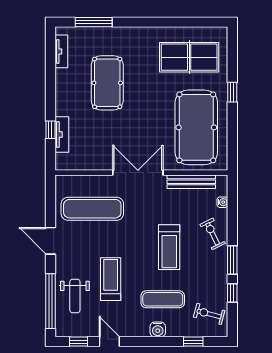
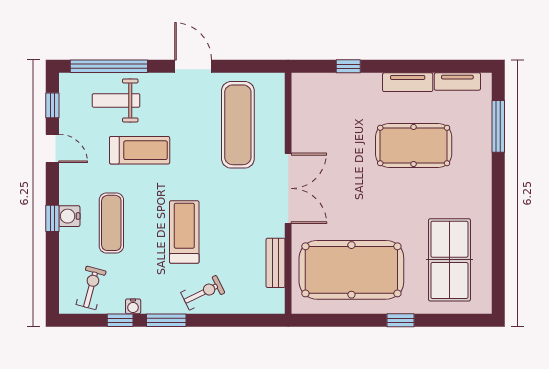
tv unit: (62, 134) -> (408, 82), moved
bench: (191, 182) -> (276, 263), width x0.73
water cooler: (222, 202) -> (133, 306), moved
door: (50, 241) -> (193, 66), hinge flipped
treadmill: (169, 247) -> (184, 232), turned 90
door: (109, 342) -> (52, 148), hinge flipped
window: (193, 342) -> (52, 218), moved

